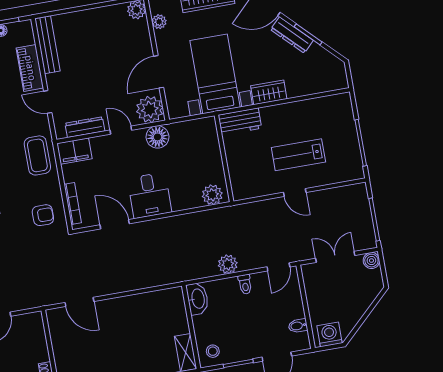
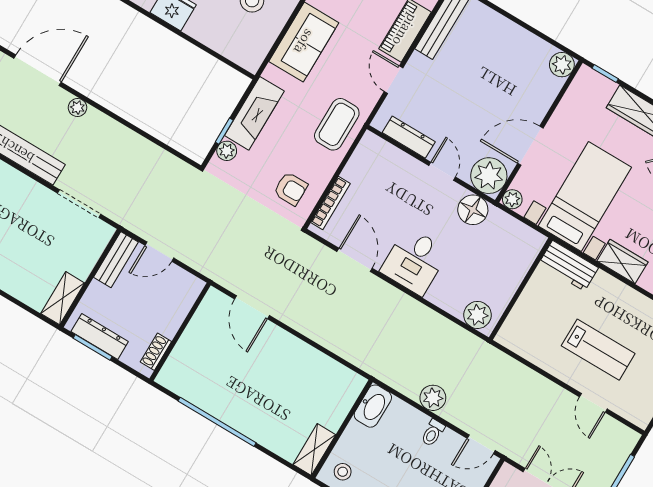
plant: (159, 22) -> (512, 199), moved
filing cabinet: (74, 151) -> (378, 152), removed
lab bench: (298, 155) -> (598, 350), turned 180
door: (295, 192) -> (593, 403), moved

